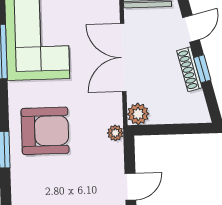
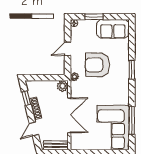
window: (202, 69) -> (26, 98), moved
armchair: (45, 131) -> (97, 65), moved

